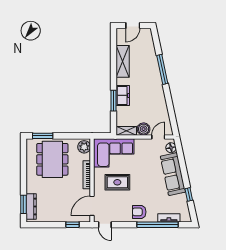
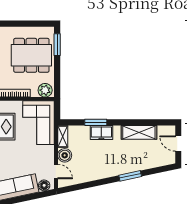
window: (162, 69) -> (130, 176), width x0.69

